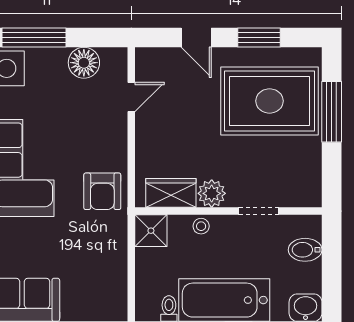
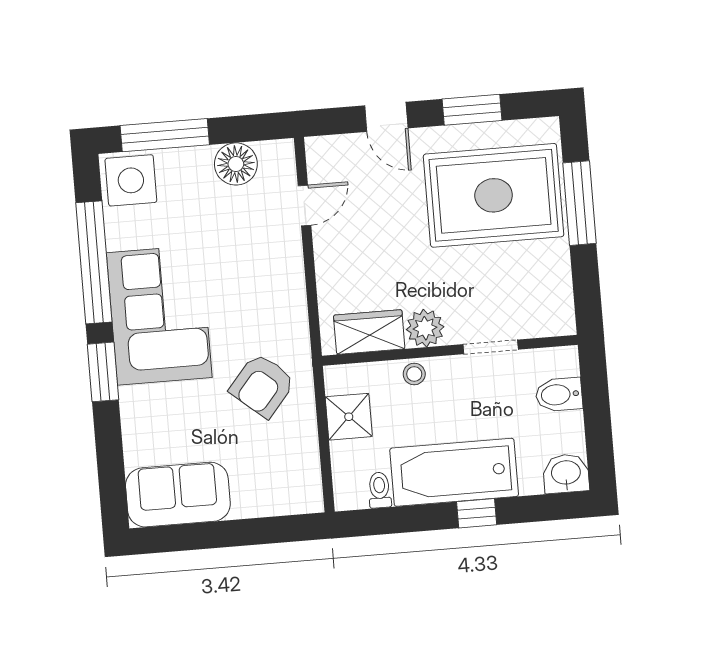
armchair: (102, 191) -> (262, 385), moved, turned 40
shower: (151, 231) -> (349, 417), moved

